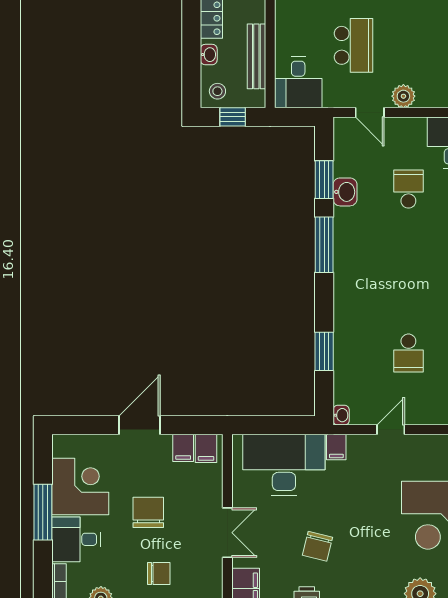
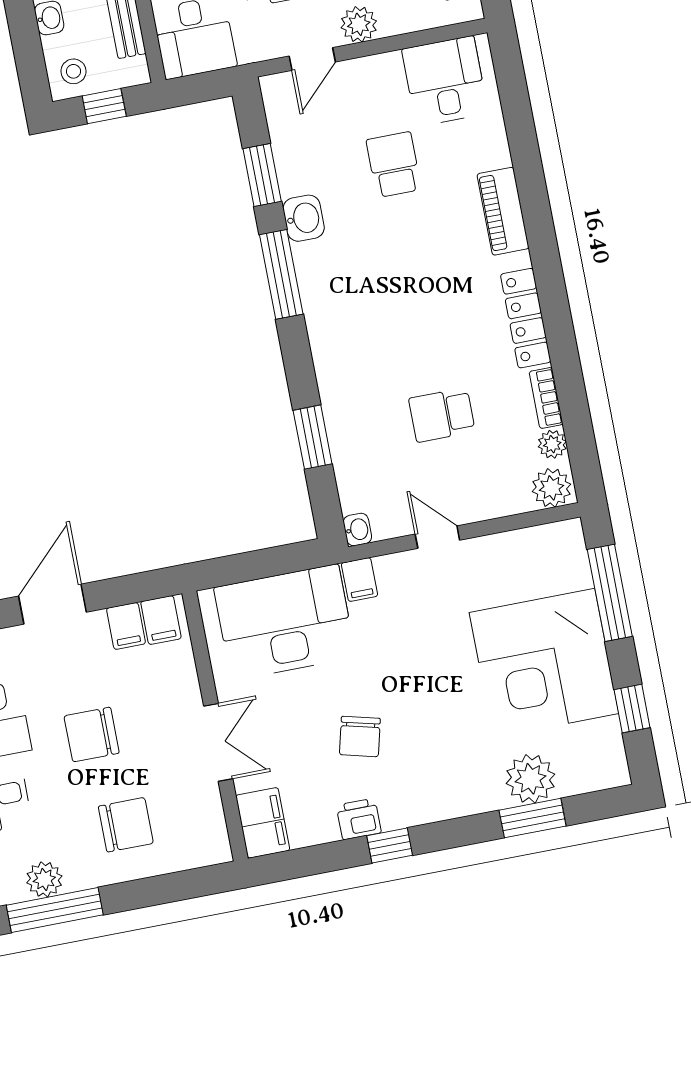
door: (370, 112) -> (312, 59), hinge flipped
washbasin: (345, 192) -> (304, 218), moved
school desk: (408, 353) -> (442, 415), turned 90
door: (391, 430) -> (437, 537), hinge flipped
chair: (148, 512) -> (92, 735), turned -90
chair: (159, 573) -> (126, 825), width x1.37, depth x1.37

